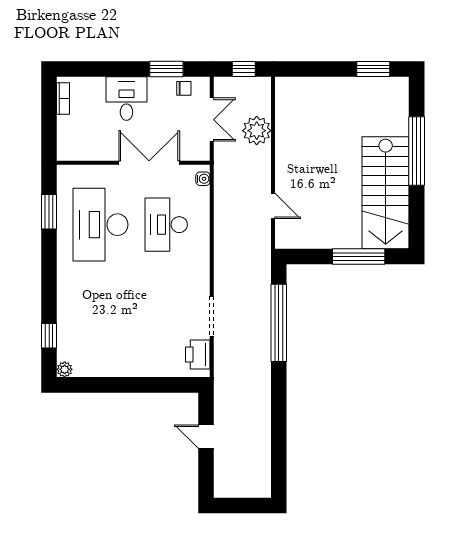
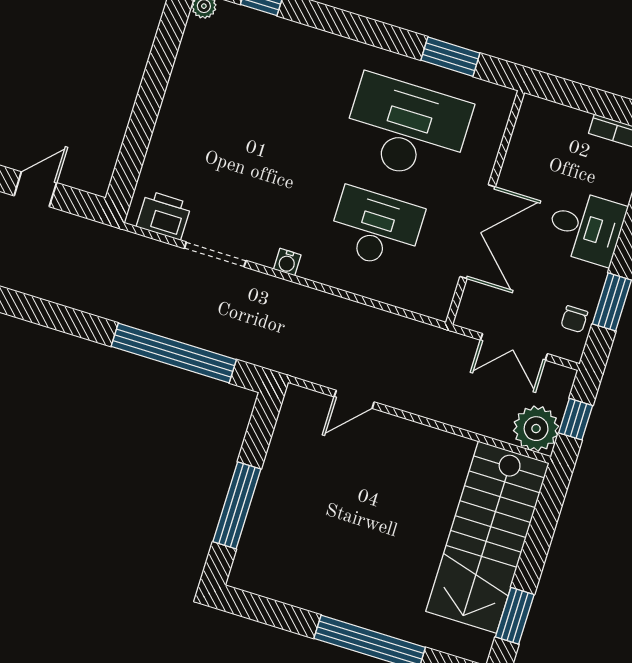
plant: (257, 131) -> (536, 429), moved
water cooler: (203, 179) -> (287, 262), moved
stairs: (386, 193) -> (487, 537), moved, turned -90

